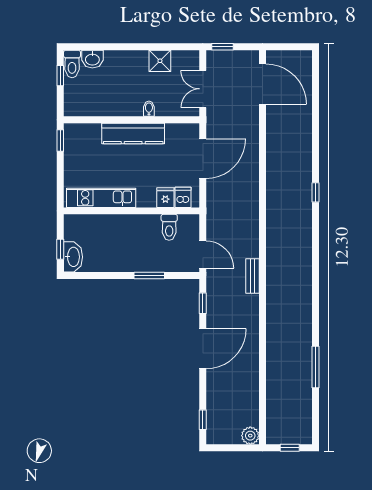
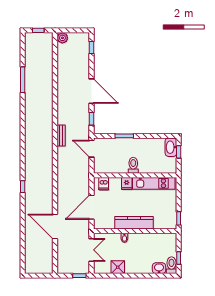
door: (262, 84) -> (55, 227), moved
fridge: (165, 198) -> (127, 183), moved
toilet: (169, 227) -> (133, 165), moved
door: (203, 349) -> (91, 91), swing flipped

